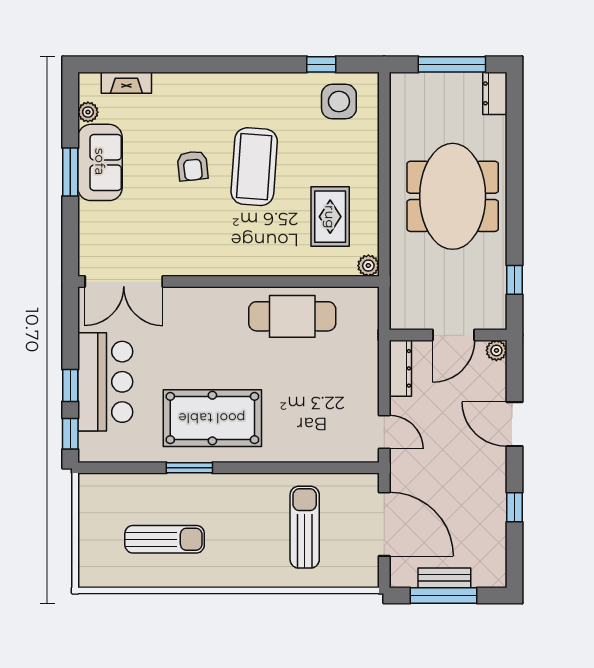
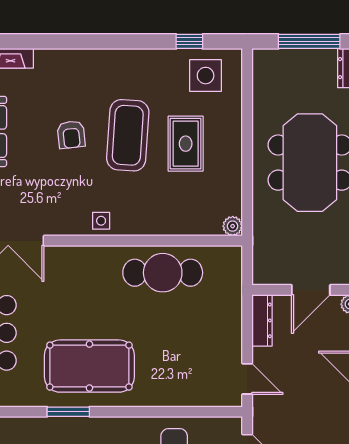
rug: (330, 217) -> (186, 144), moved
side table: (225, 260) -> (101, 221), added

